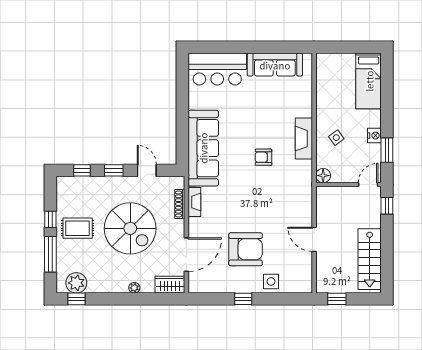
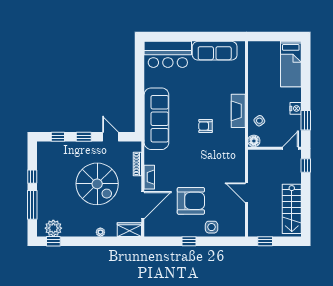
side table: (336, 138) -> (259, 121), moved
fireplace: (194, 202) -> (149, 177), moved
rug: (78, 228) -> (54, 184), removed

